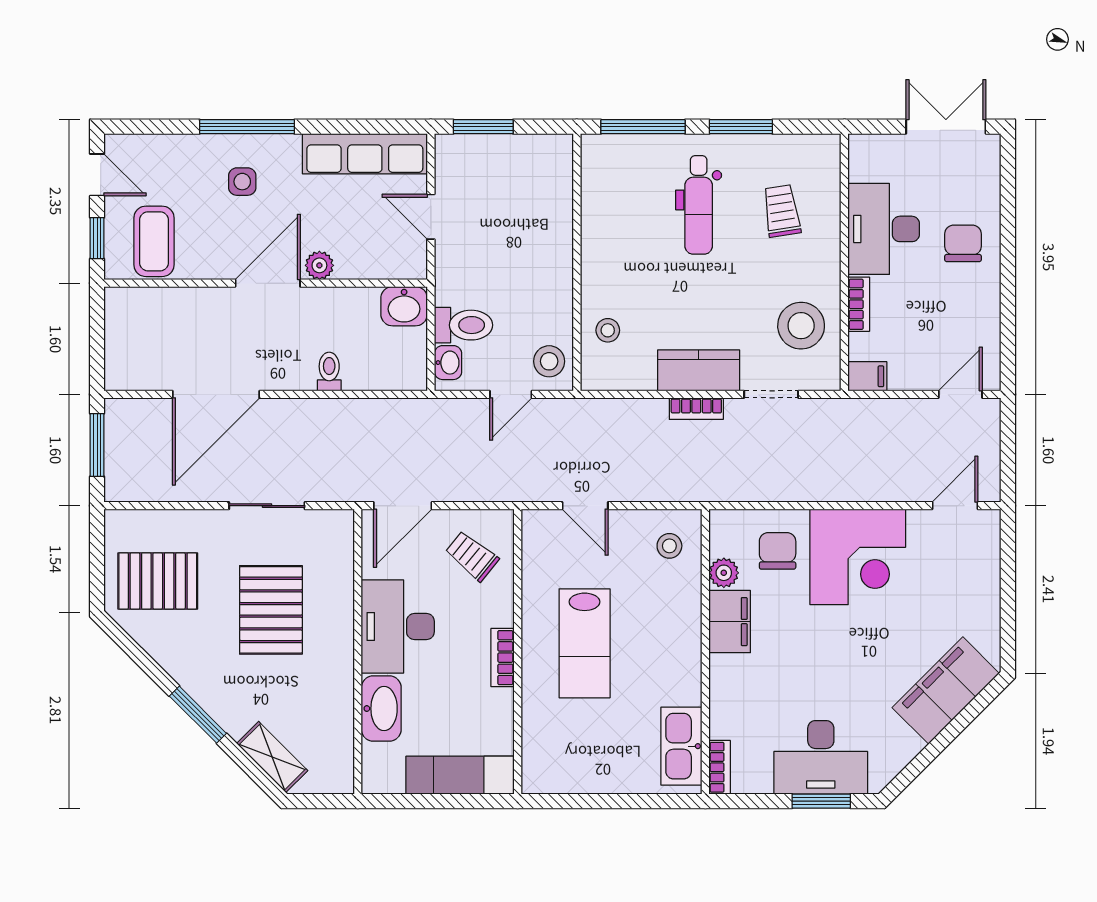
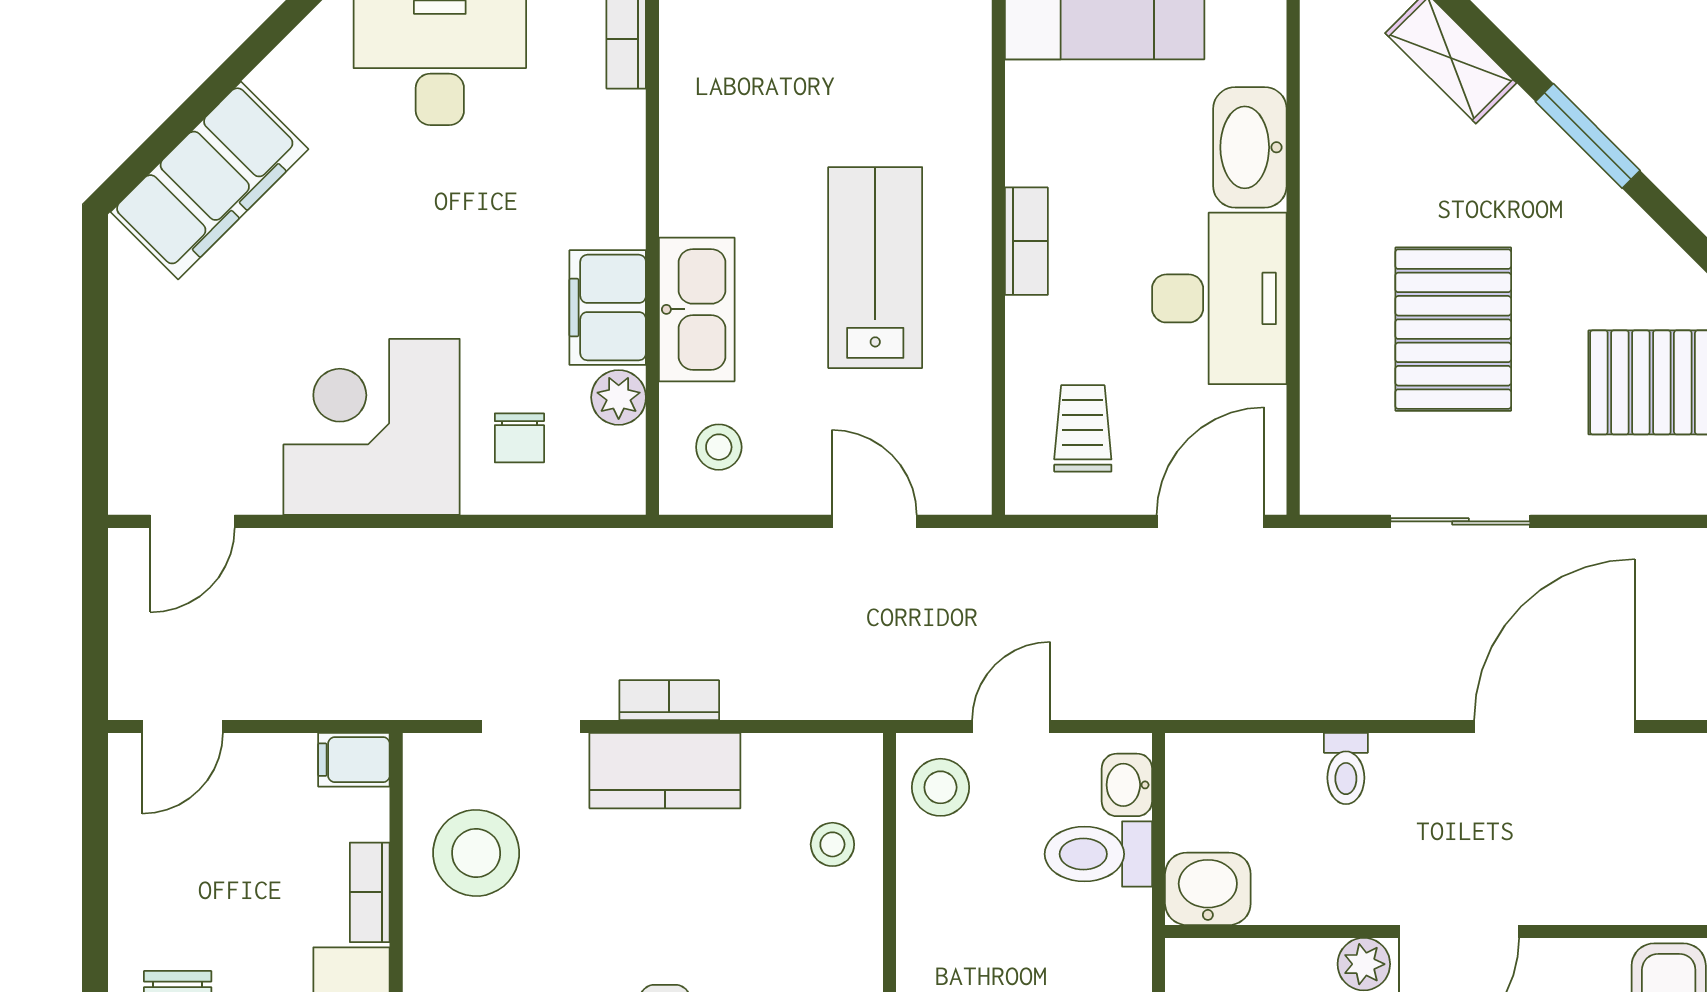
chair: (778, 551) -> (519, 438), width x0.73, depth x0.73
trolley: (472, 556) -> (1083, 428), turned -129
kitchen sink: (681, 746) -> (697, 309), moved

